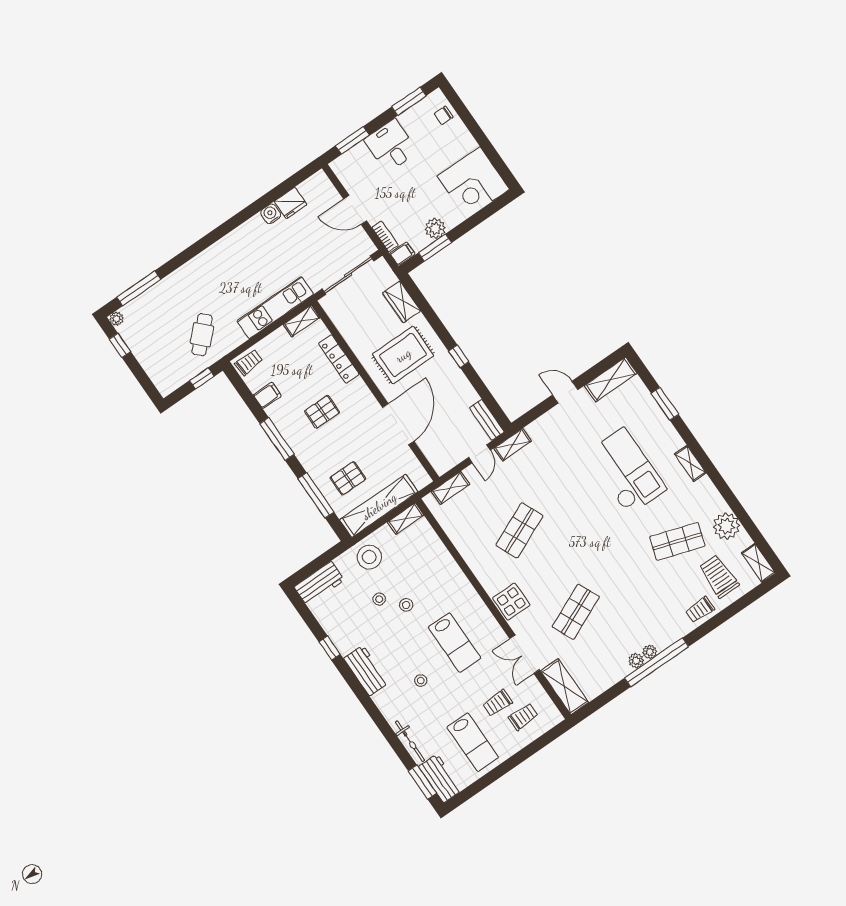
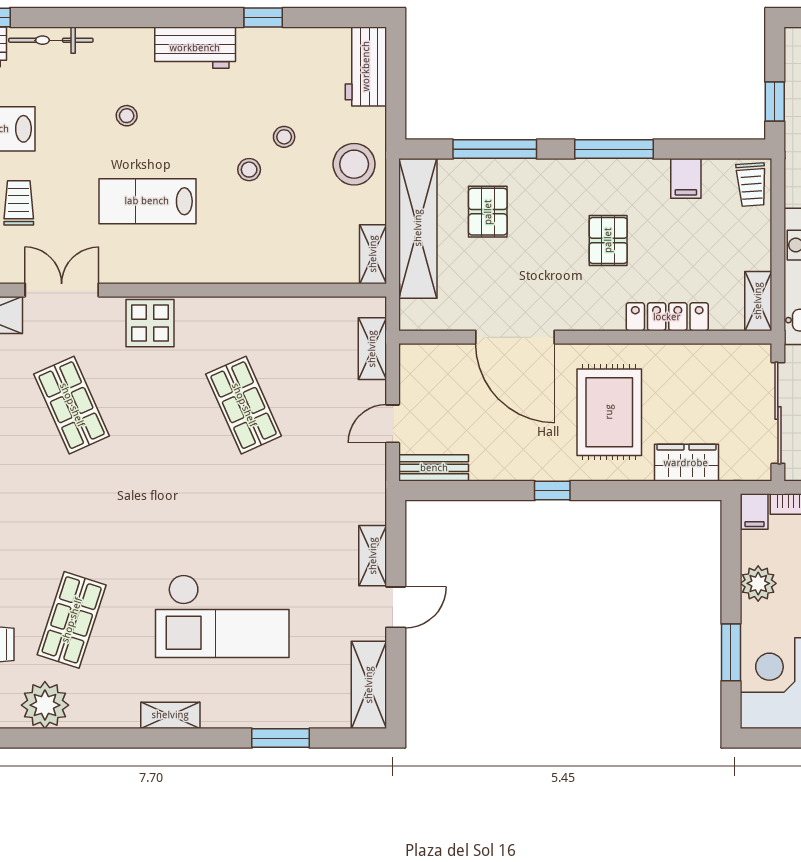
window: (435, 248) -> (731, 652), moved
shelving: (513, 445) -> (373, 556), moved
door: (479, 454) -> (393, 424), hinge flipped

